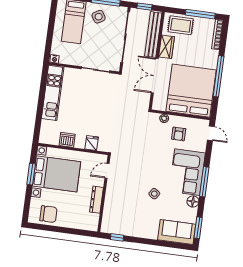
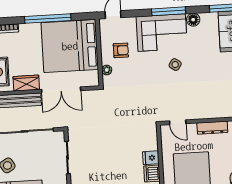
fridge: (92, 143) -> (151, 158), moved
side table: (154, 194) -> (175, 65), moved

